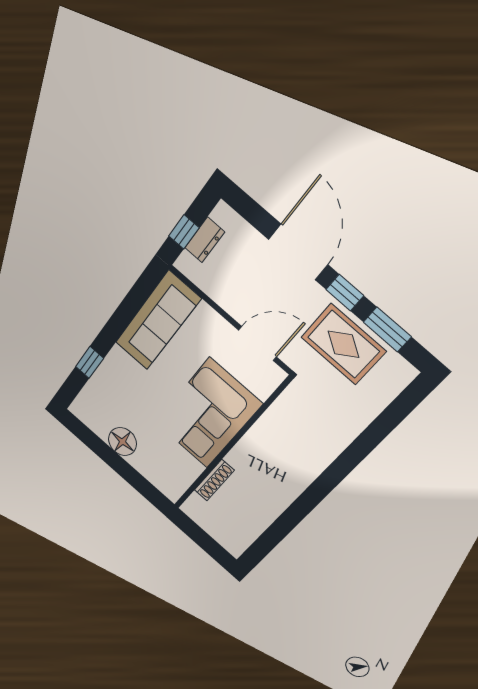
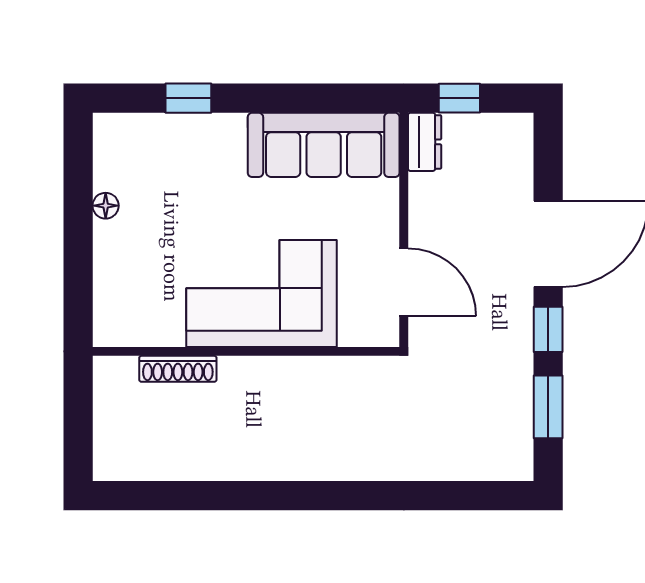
dresser: (205, 240) -> (425, 142), moved, turned -90
rug: (343, 344) -> (490, 376), removed
floor lamp: (122, 442) -> (106, 206), width x0.53, depth x0.53

